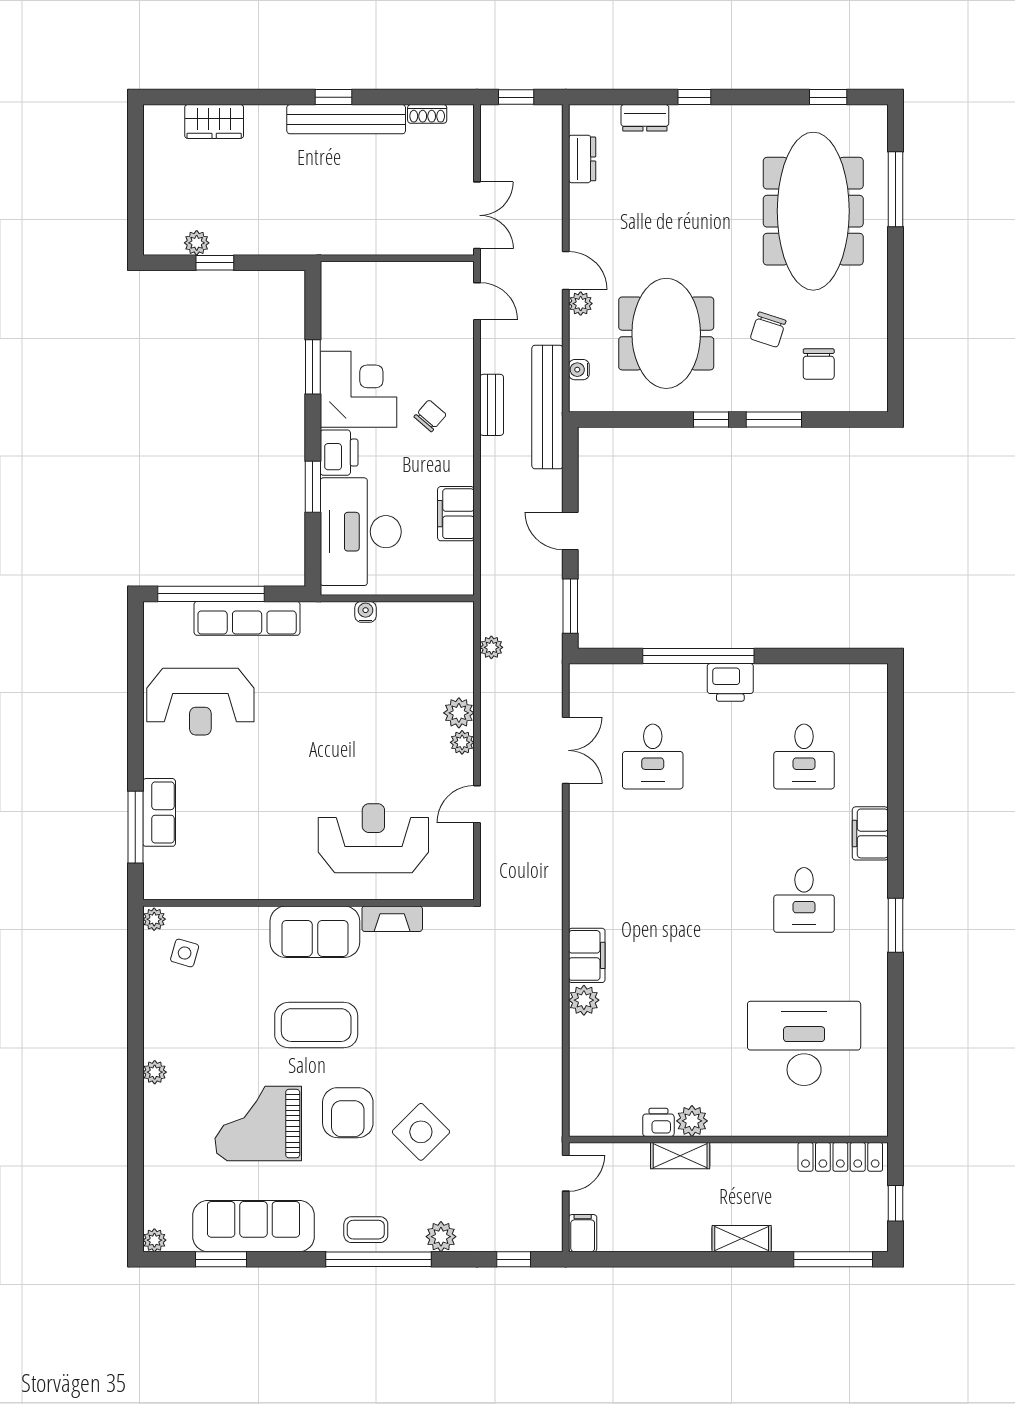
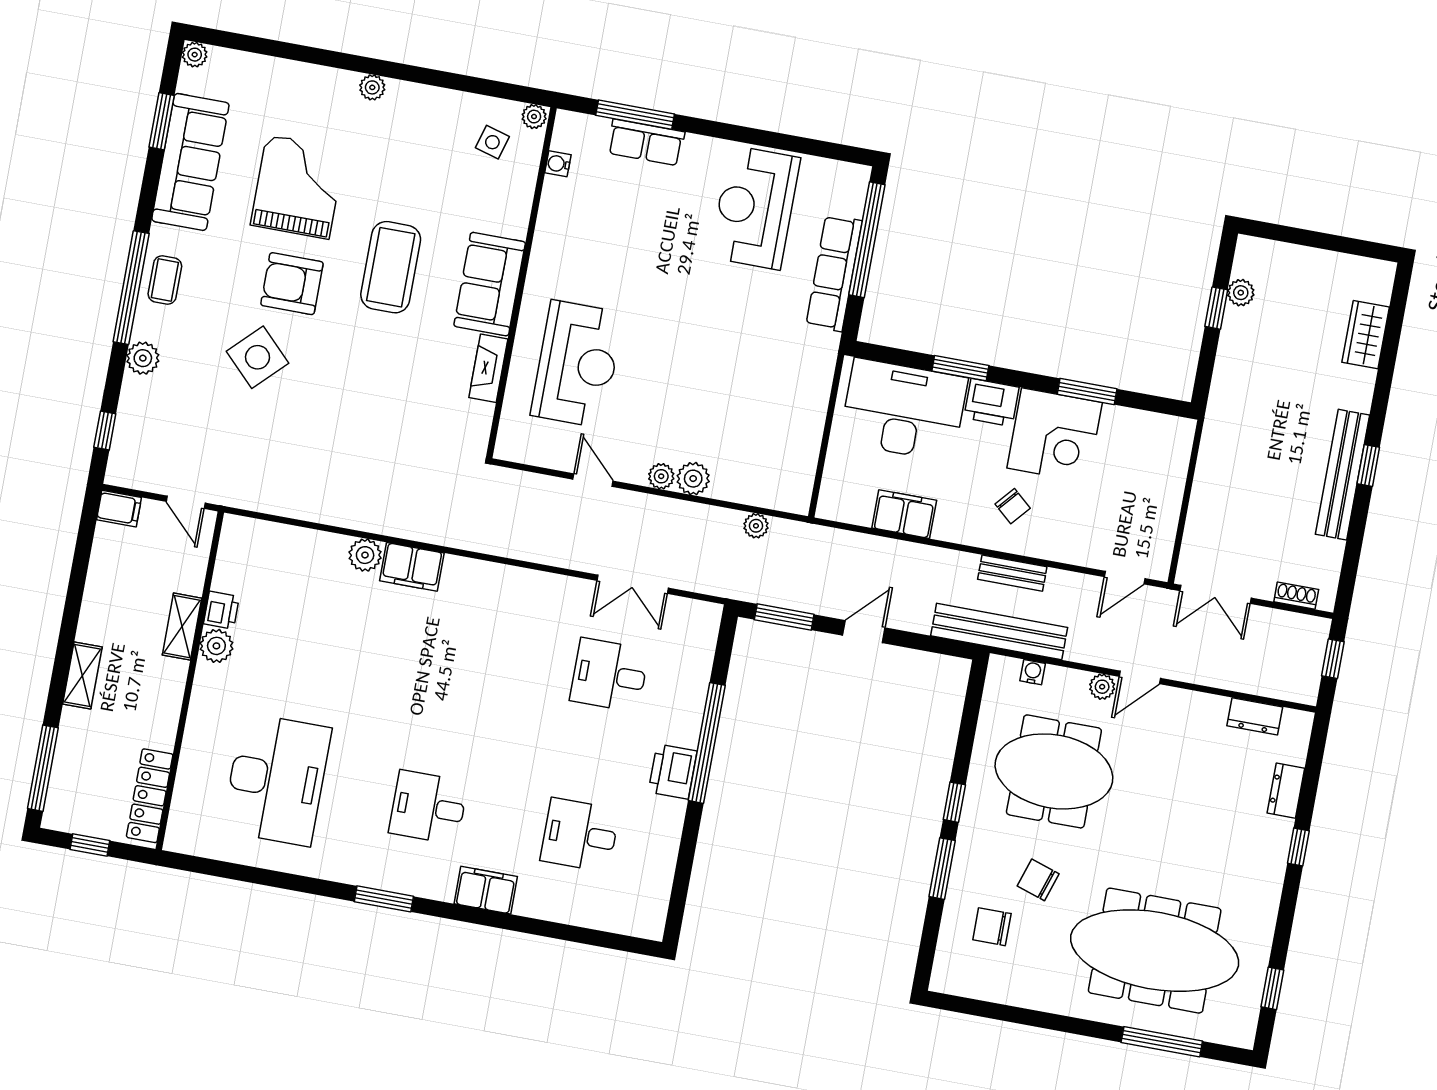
shoe rack: (427, 114) -> (1296, 596), moved, turned 90
water cooler: (366, 612) -> (558, 164), moved, turned 180

